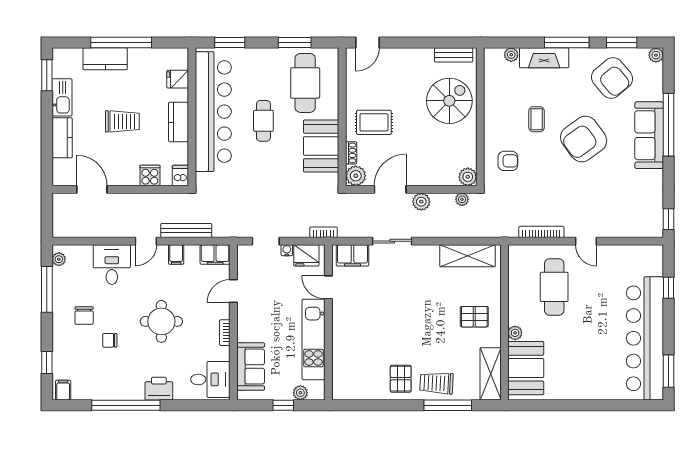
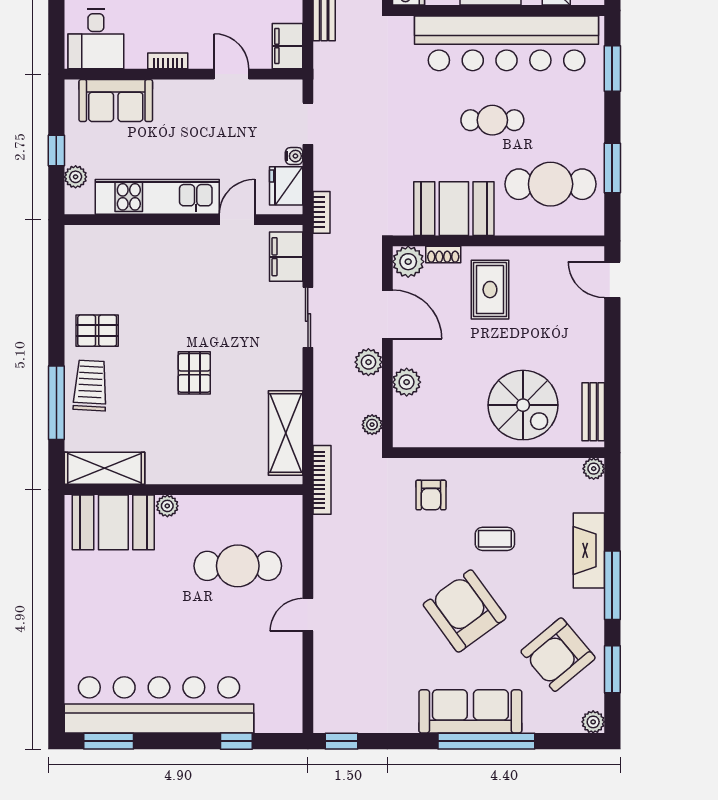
plant: (511, 55) -> (594, 469), moved
plant: (468, 177) -> (407, 382), moved
bookcase: (541, 232) -> (322, 480), moved
pallet: (474, 317) -> (194, 373), moved

